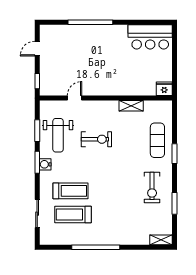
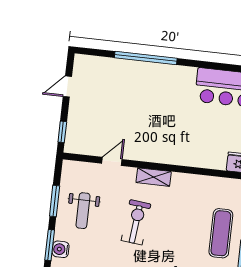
shelving: (131, 106) -> (154, 177), moved
weight bench: (58, 135) -> (83, 211), width x0.73, depth x0.75
exercise bike: (96, 139) -> (136, 222), turned -84

